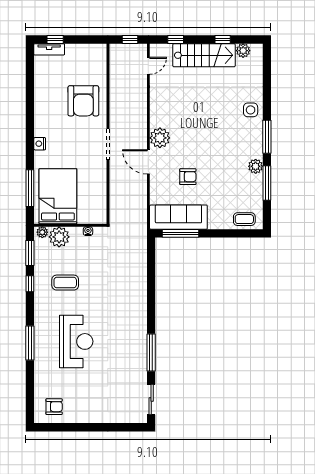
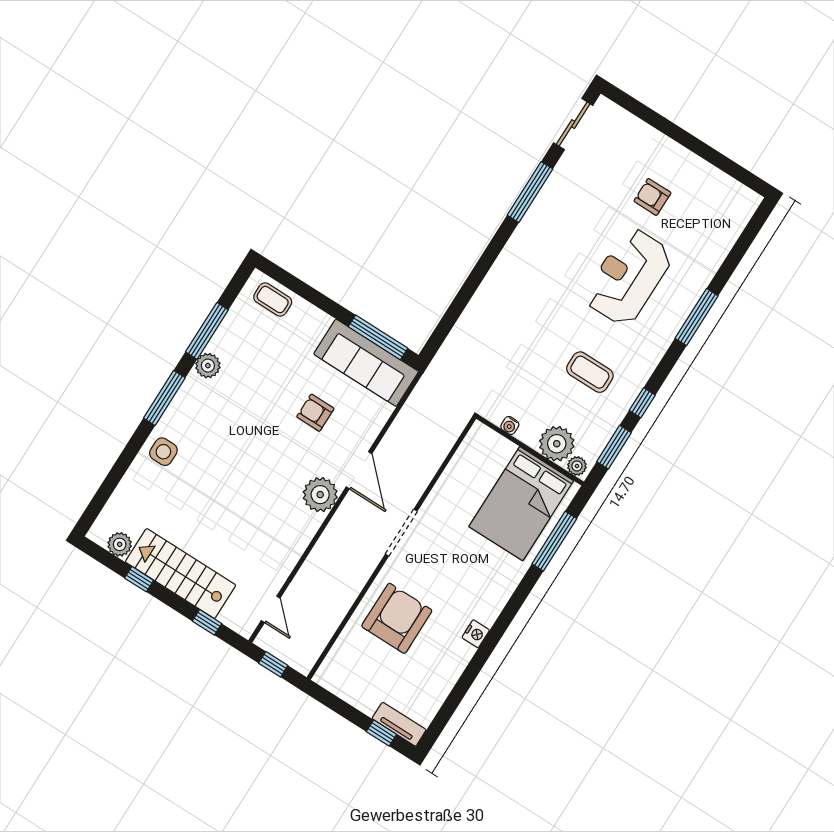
door: (148, 66) -> (271, 609), swing flipped
nightstand: (40, 144) -> (476, 634), moved
armchair: (54, 407) -> (652, 197), moved

